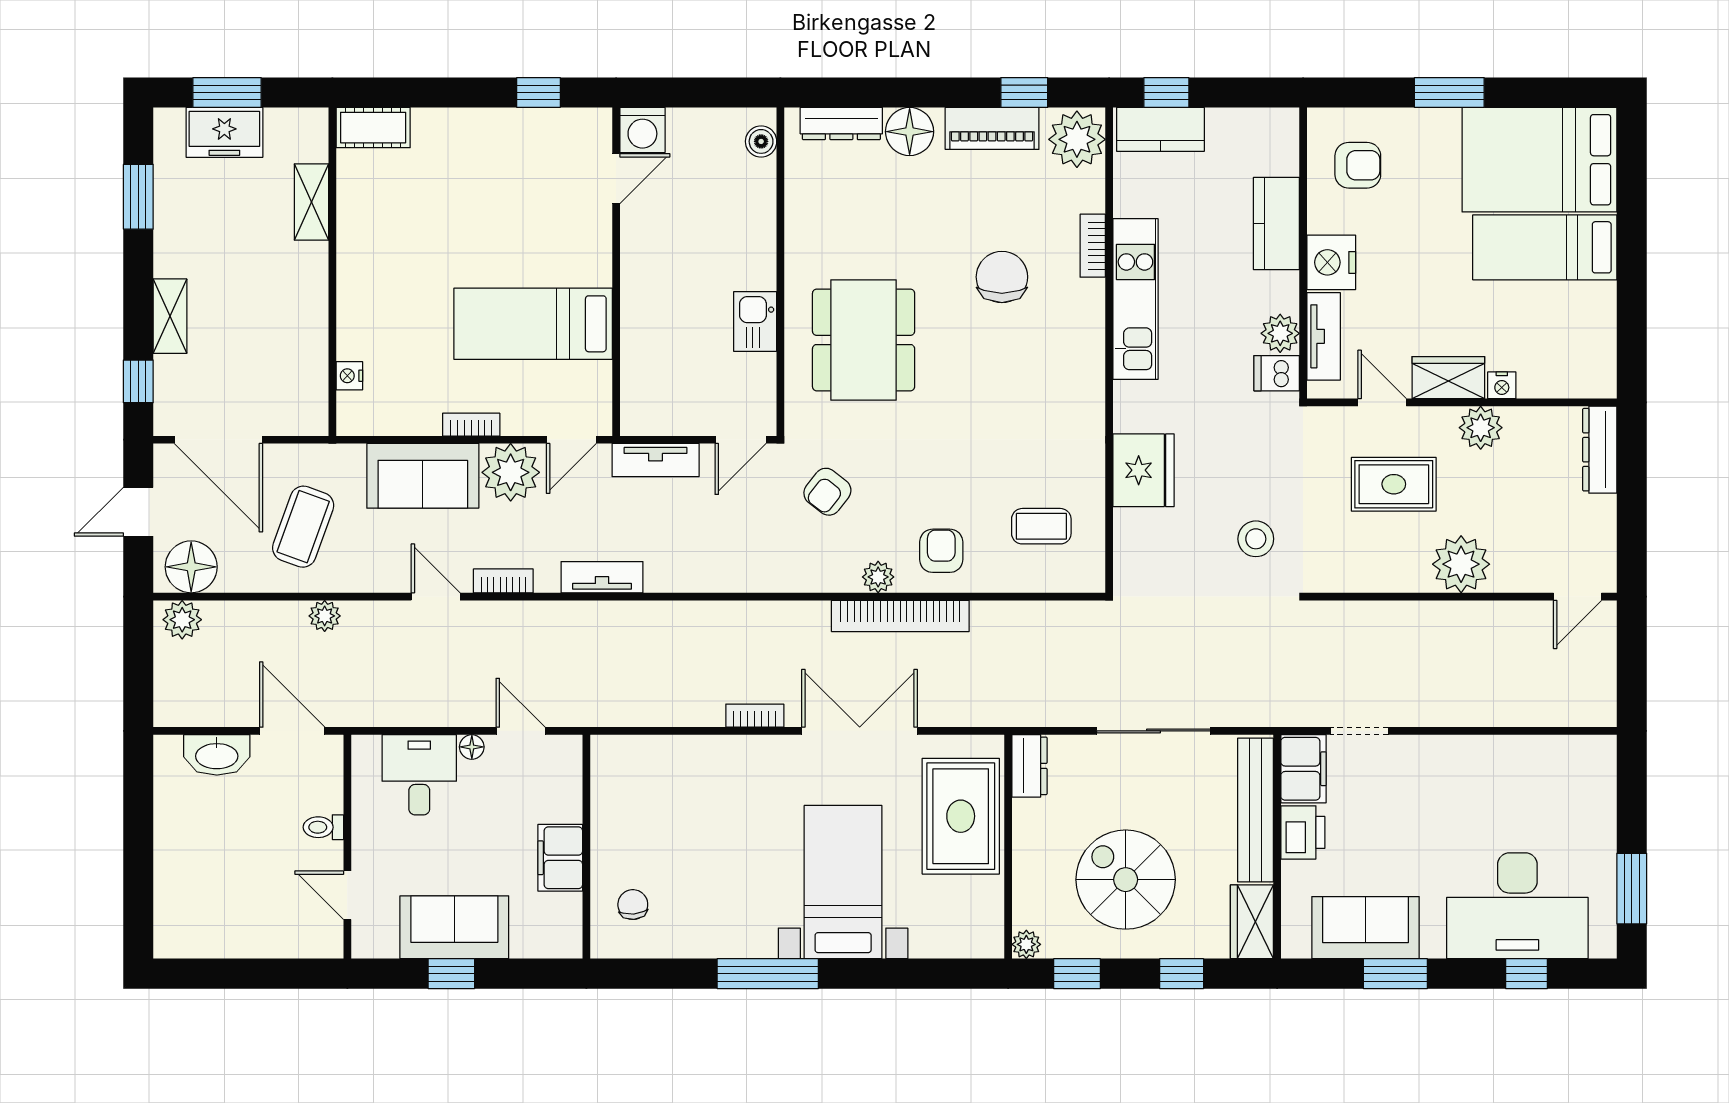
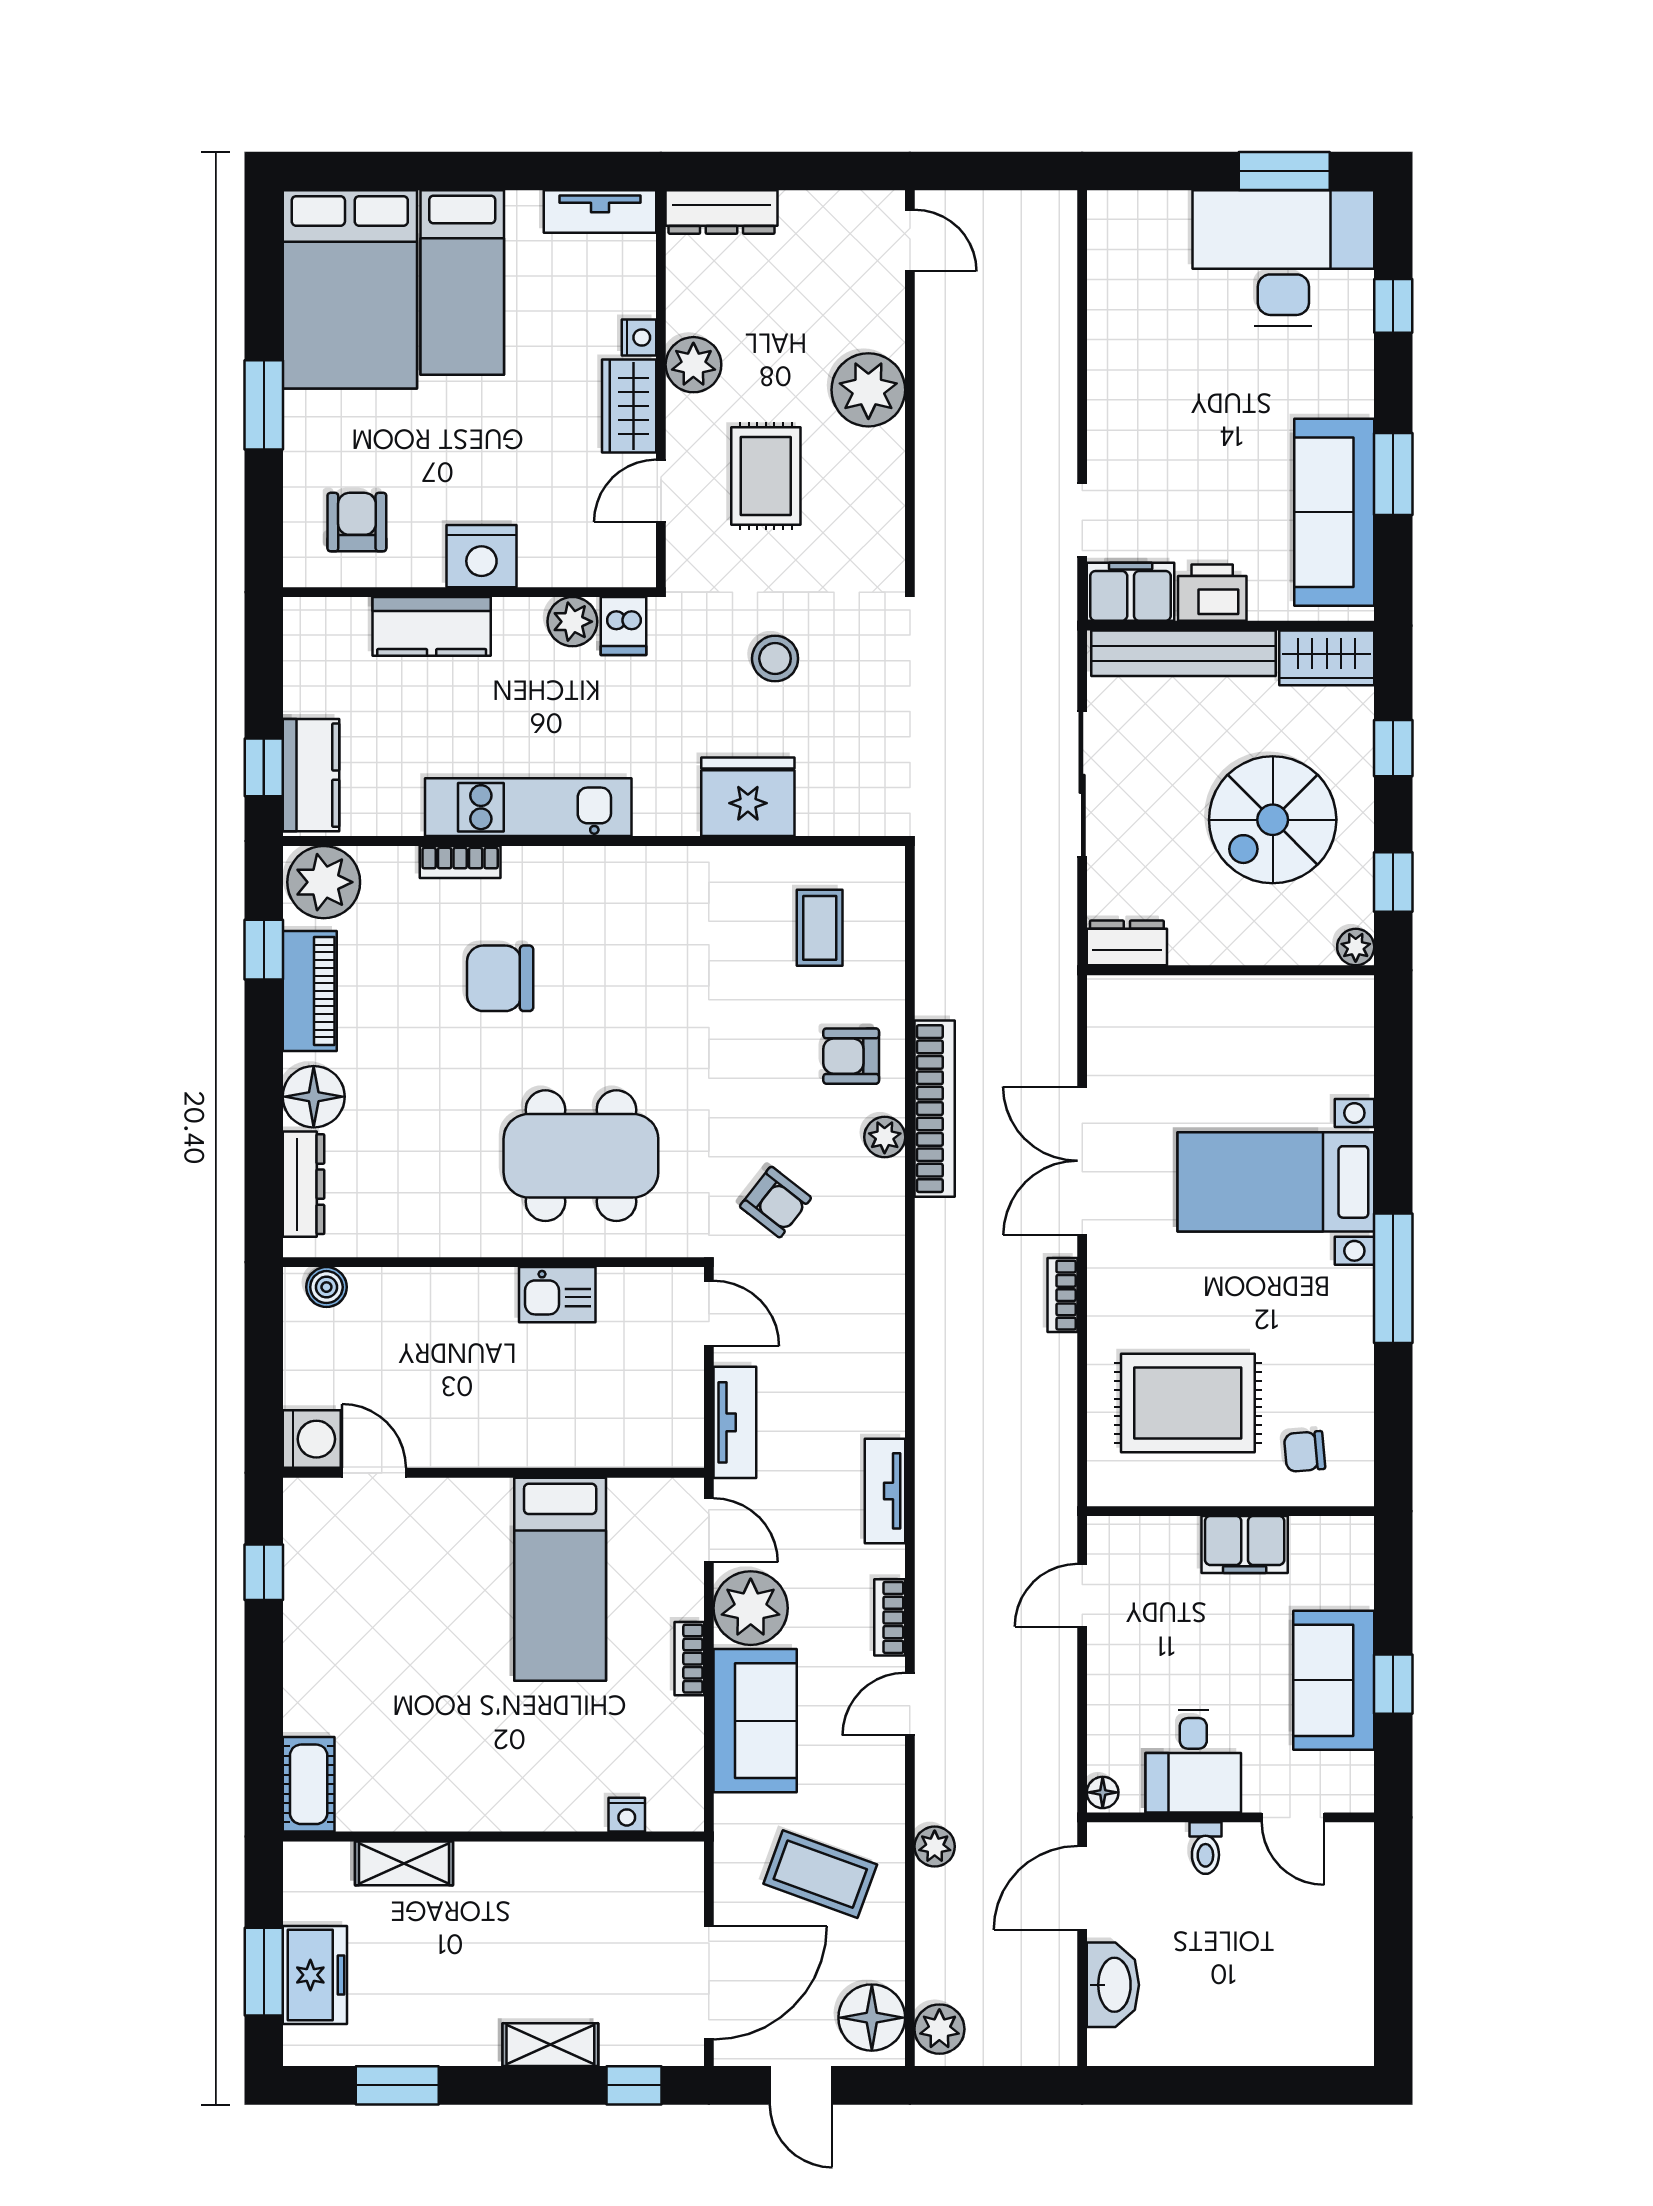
tv unit: (1324, 336) -> (600, 212), moved, turned 180
stool: (1256, 539) -> (775, 659), moved
floor lamp: (472, 747) -> (1103, 1792), moved
desk: (419, 775) -> (1193, 1761), moved, turned -90
rug: (961, 816) -> (1188, 1403), moved
door: (347, 895) -> (1293, 1817), hinge flipped
desk: (1517, 906) -> (1283, 258), moved, turned -90
sofa: (1365, 928) -> (1334, 512), width x1.36

